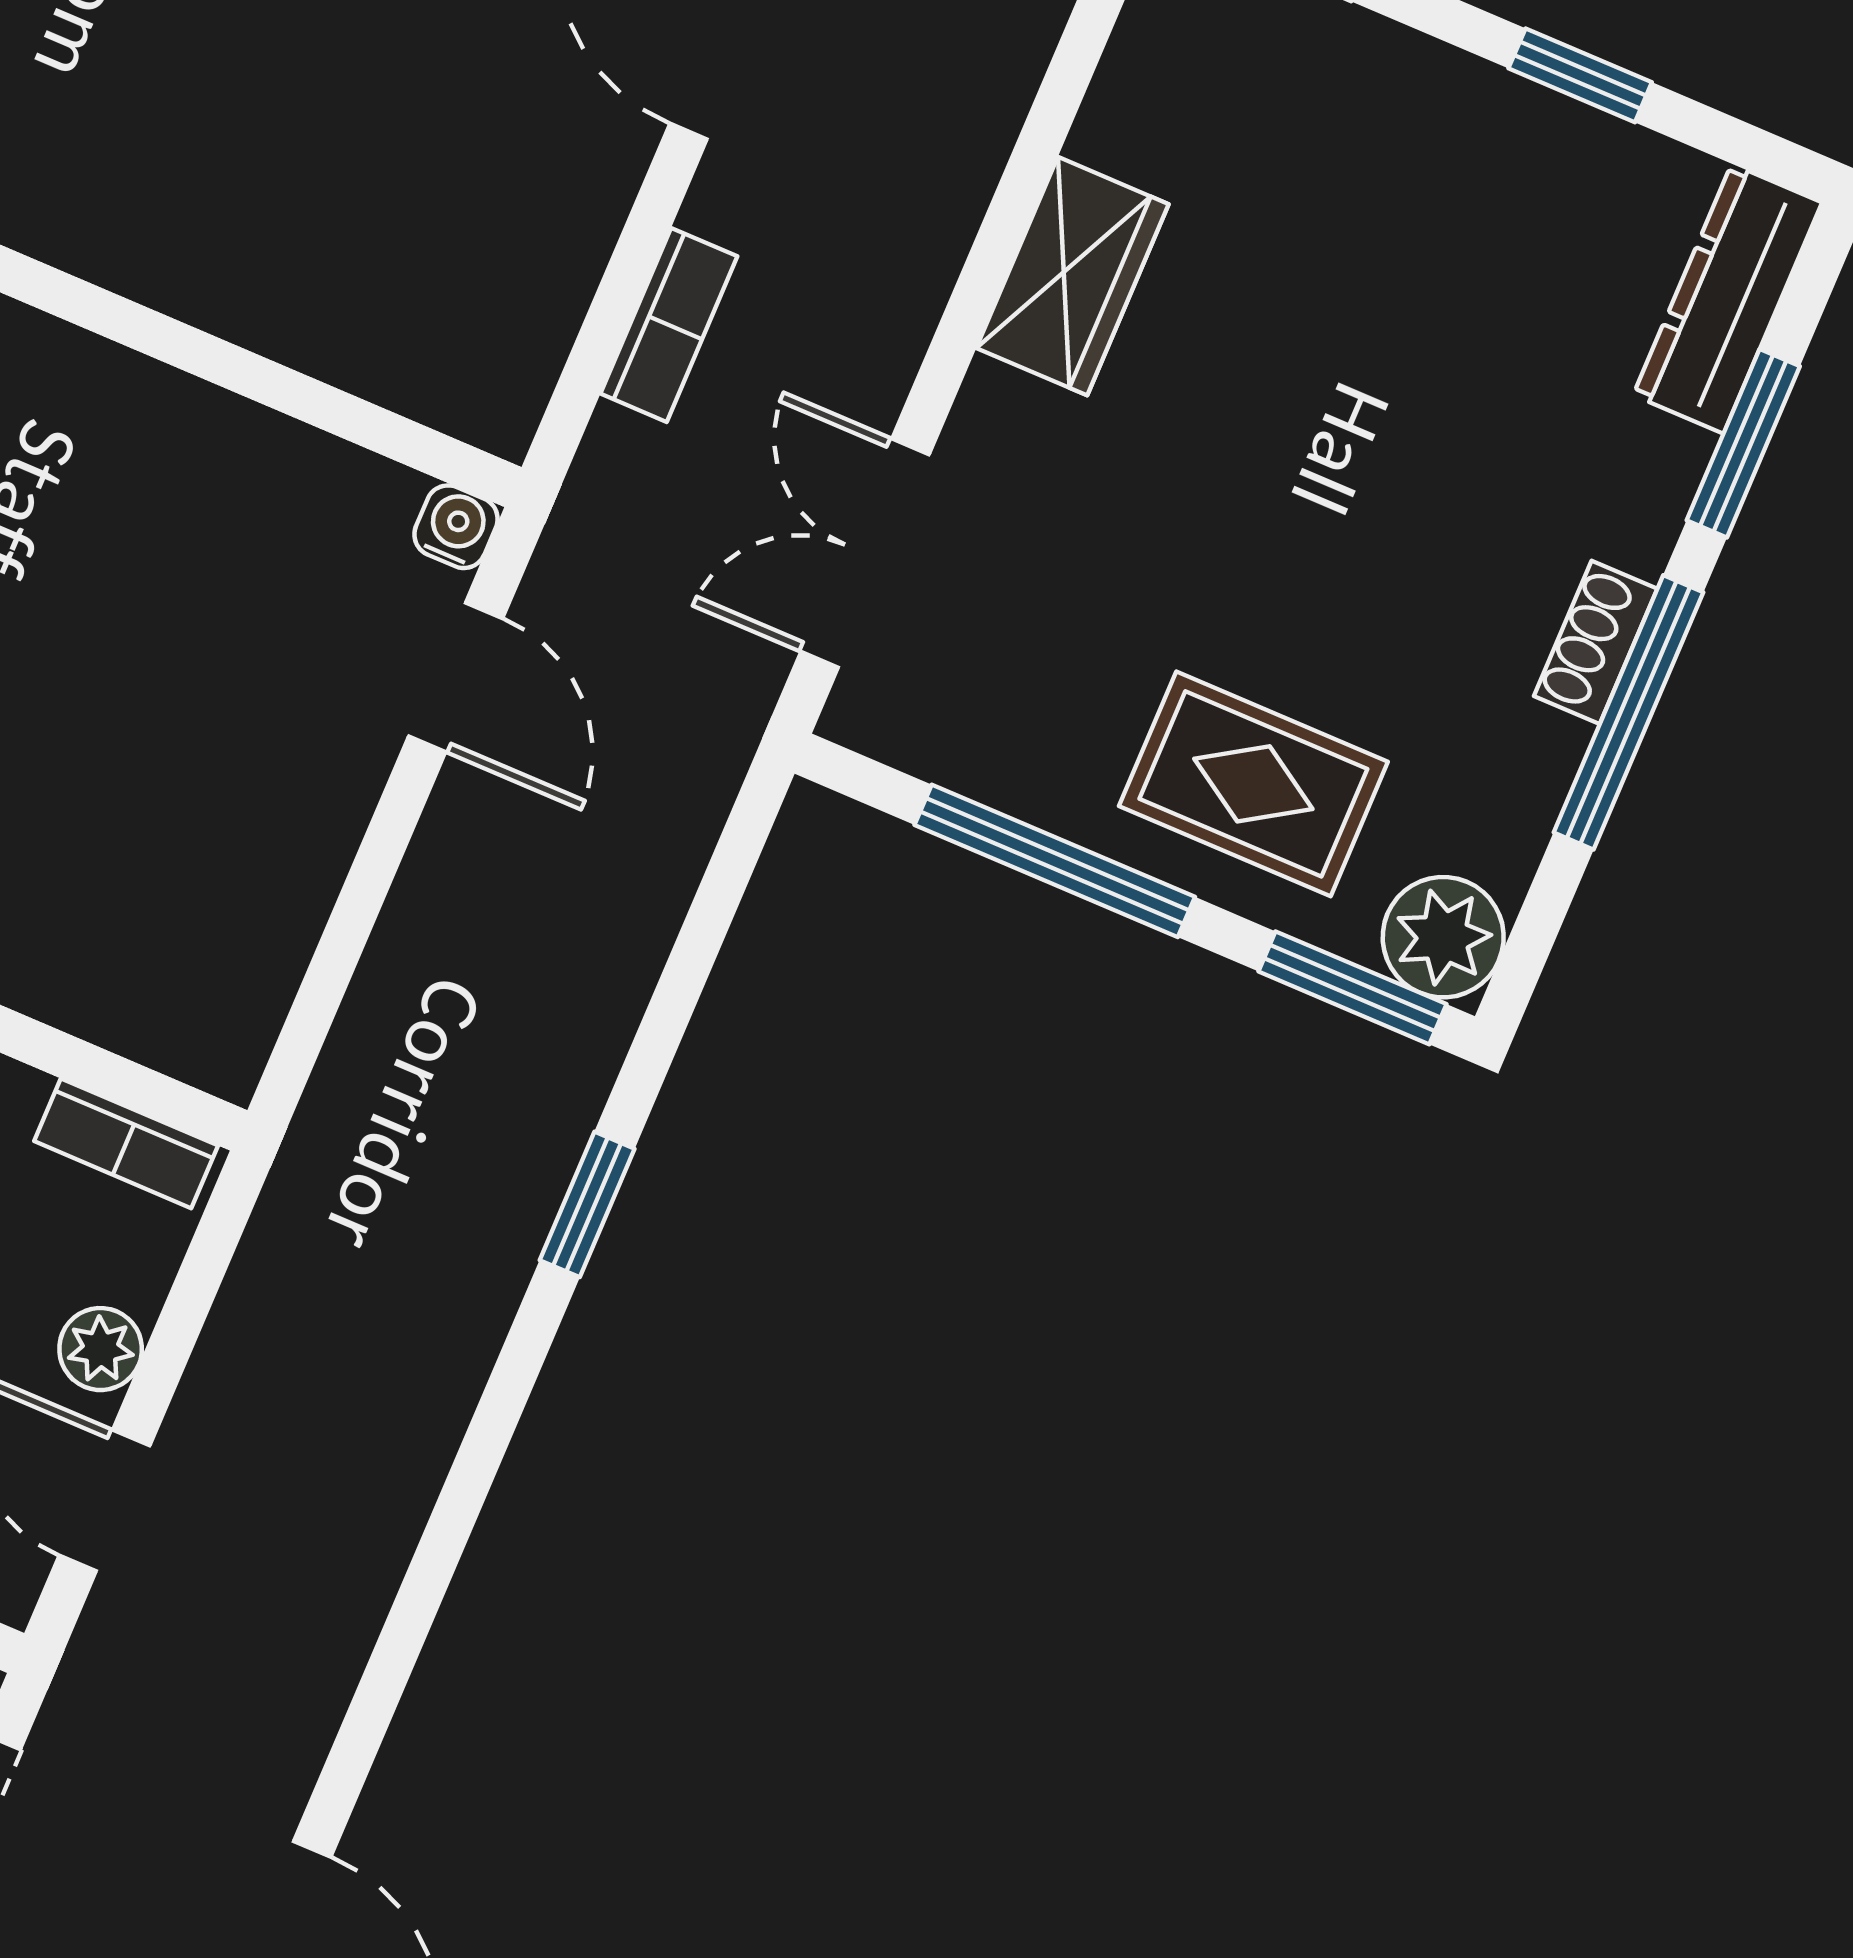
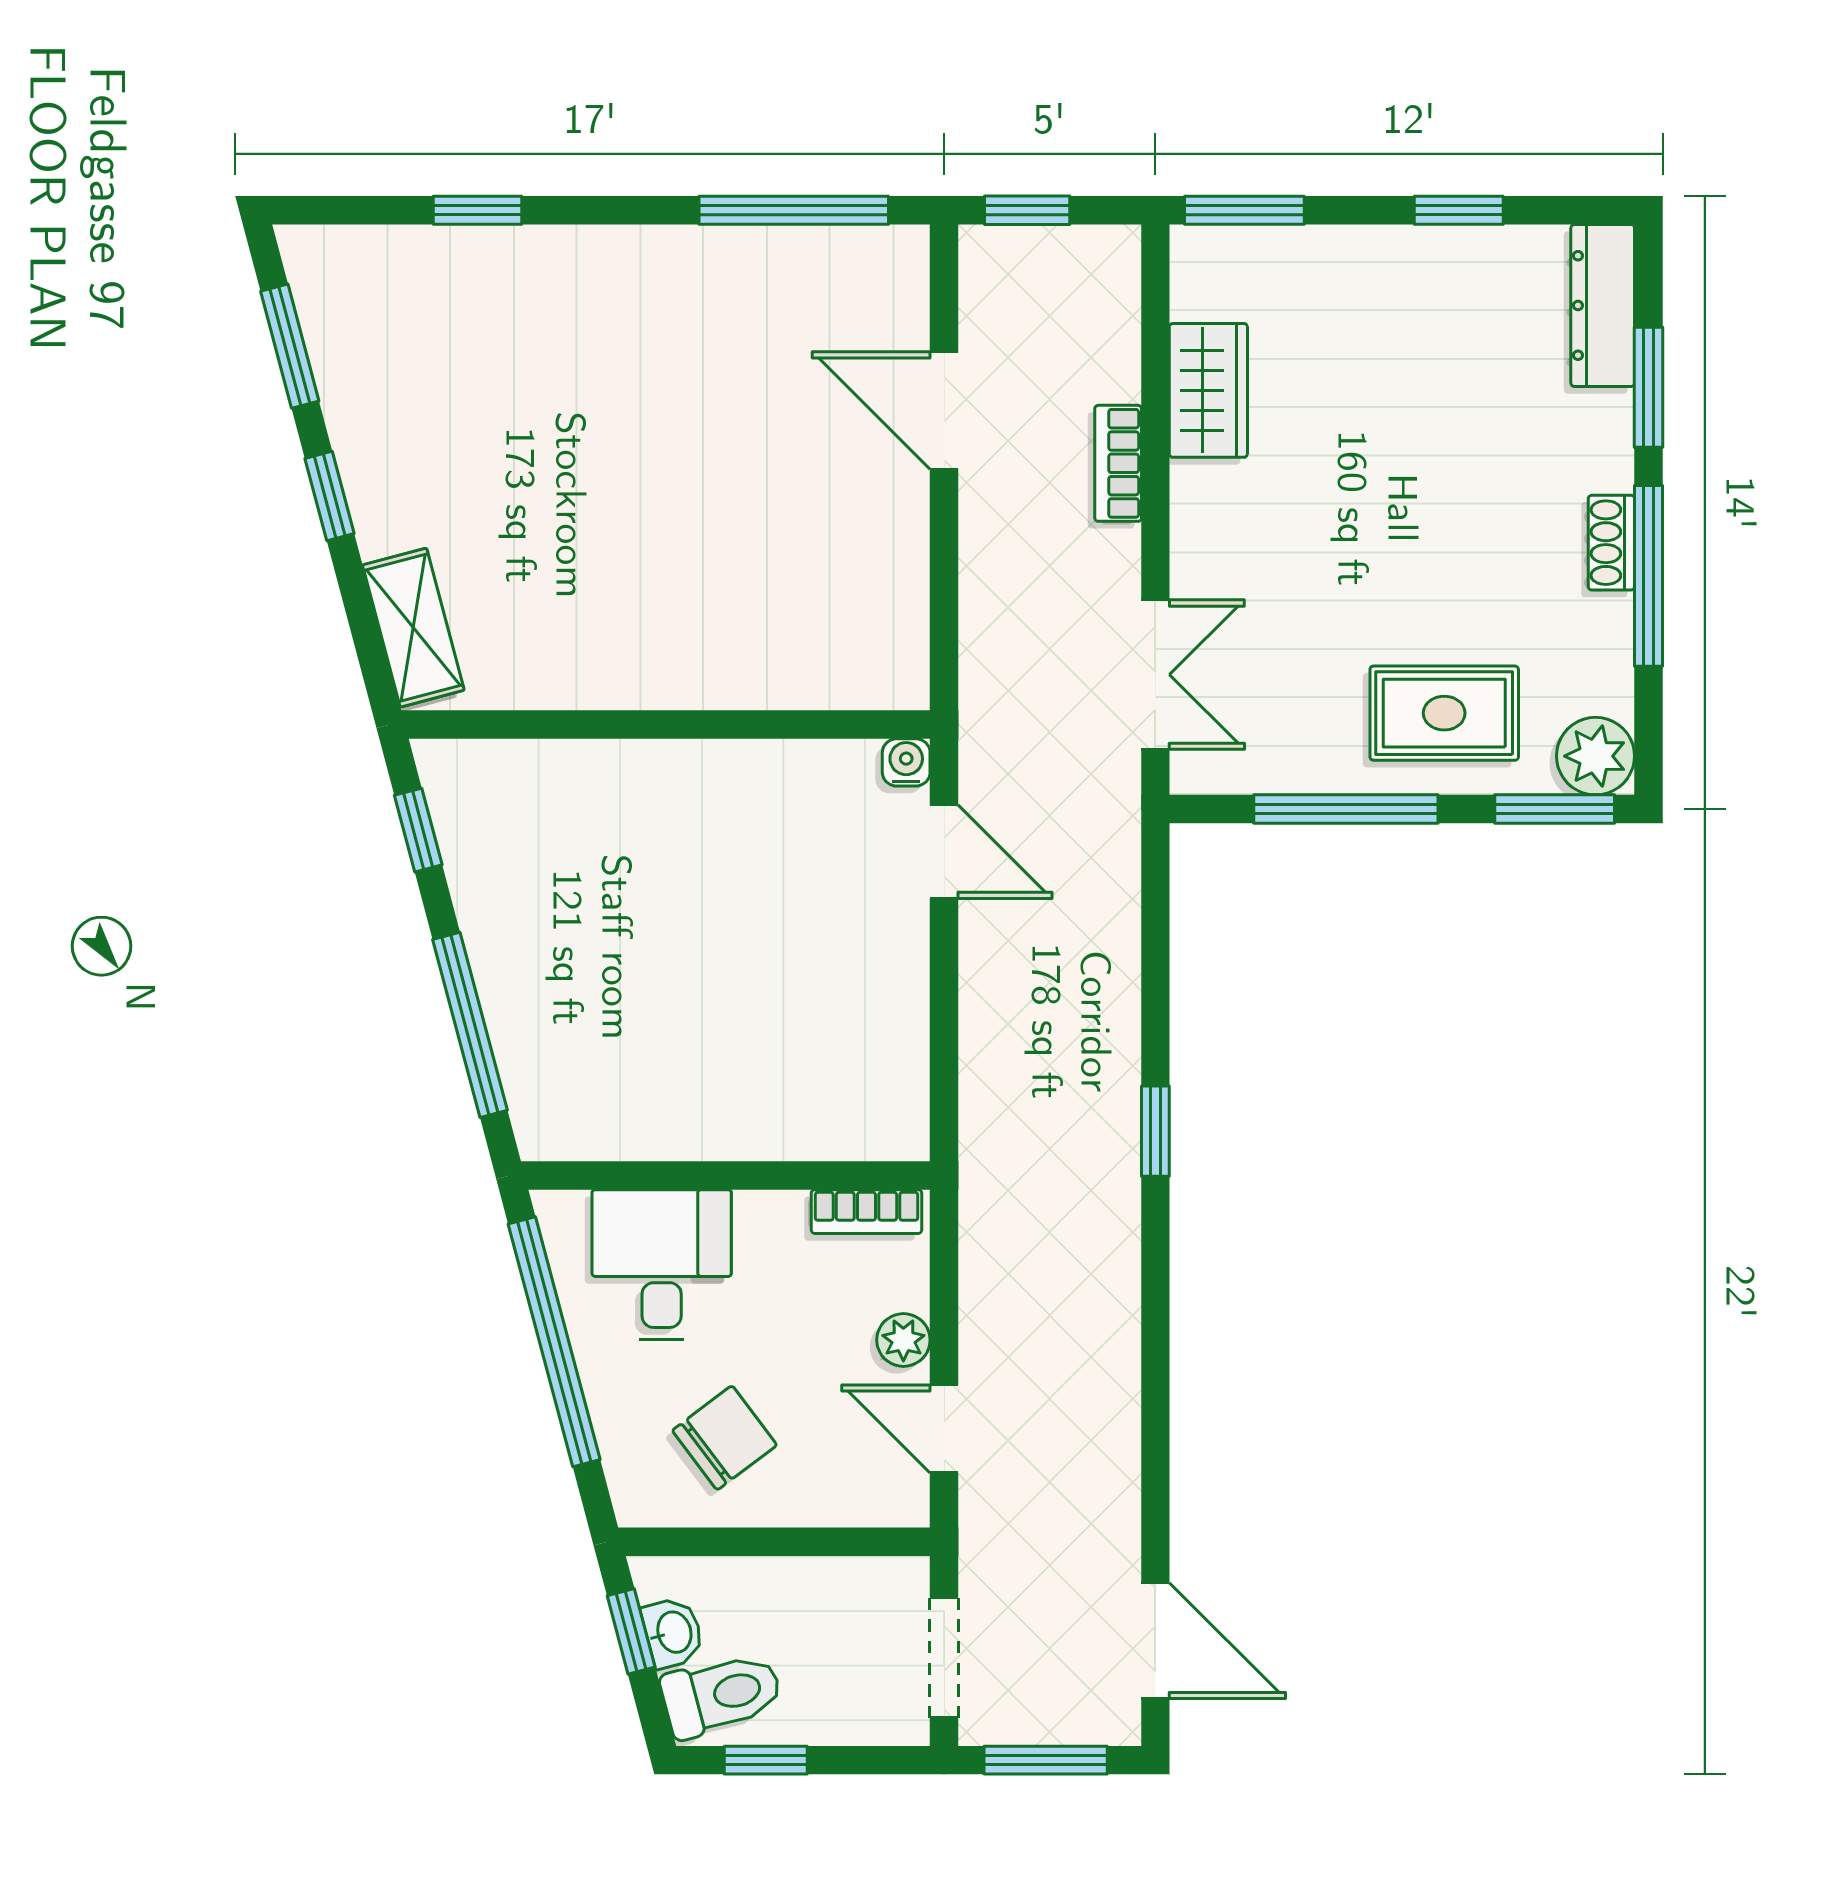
wardrobe: (1072, 276) -> (1208, 390), moved
bookcase: (669, 325) -> (1118, 463), moved, turned 180
double door: (865, 553) -> (1155, 675), swing flipped

